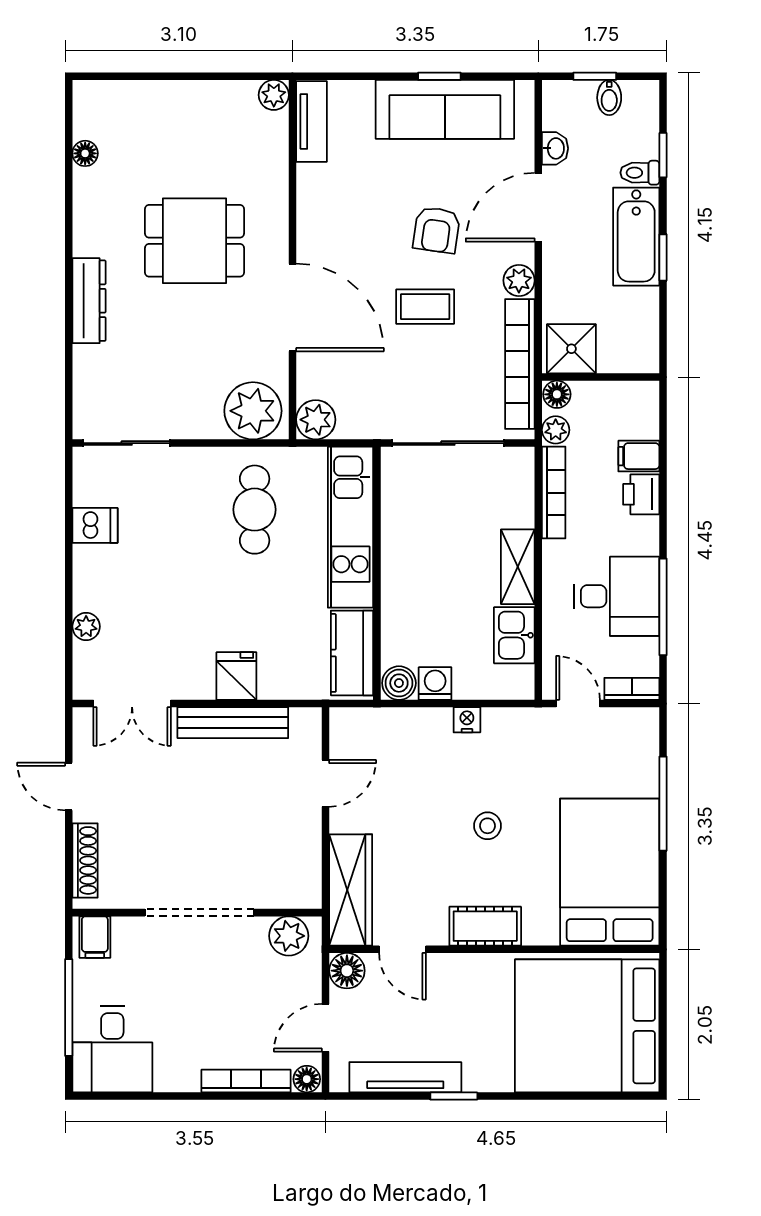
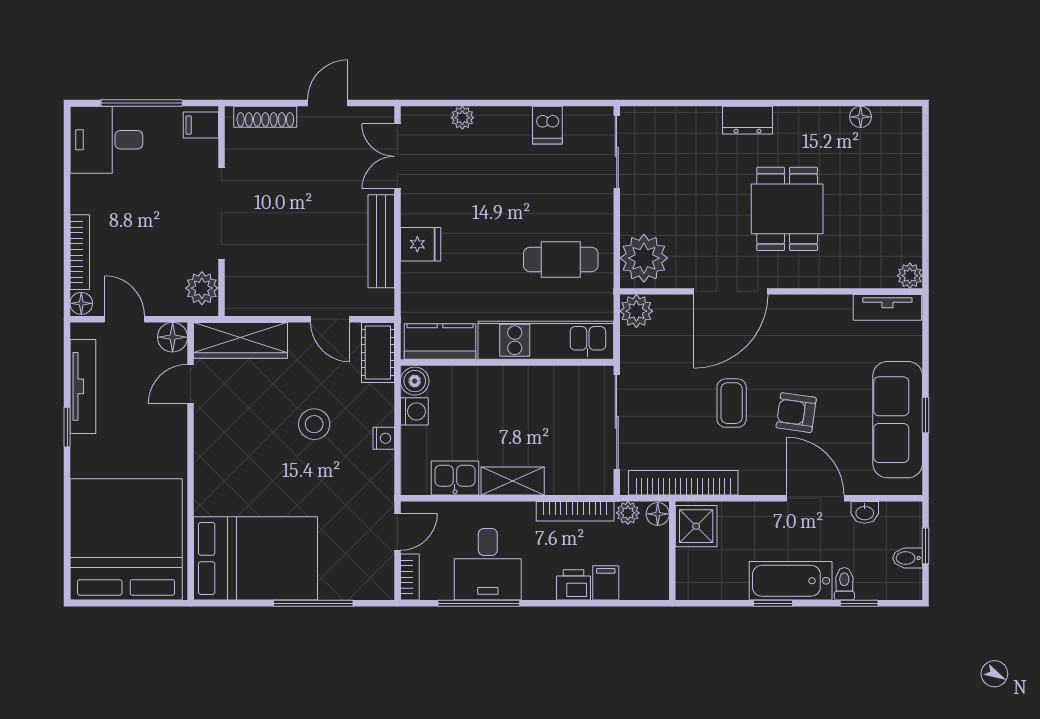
plant: (519, 280) -> (754, 482), removed
dresser: (89, 301) -> (747, 120), width x0.70
stool: (487, 826) -> (314, 424), moved, width x1.37, depth x1.37
cot: (485, 926) -> (378, 352), moved

